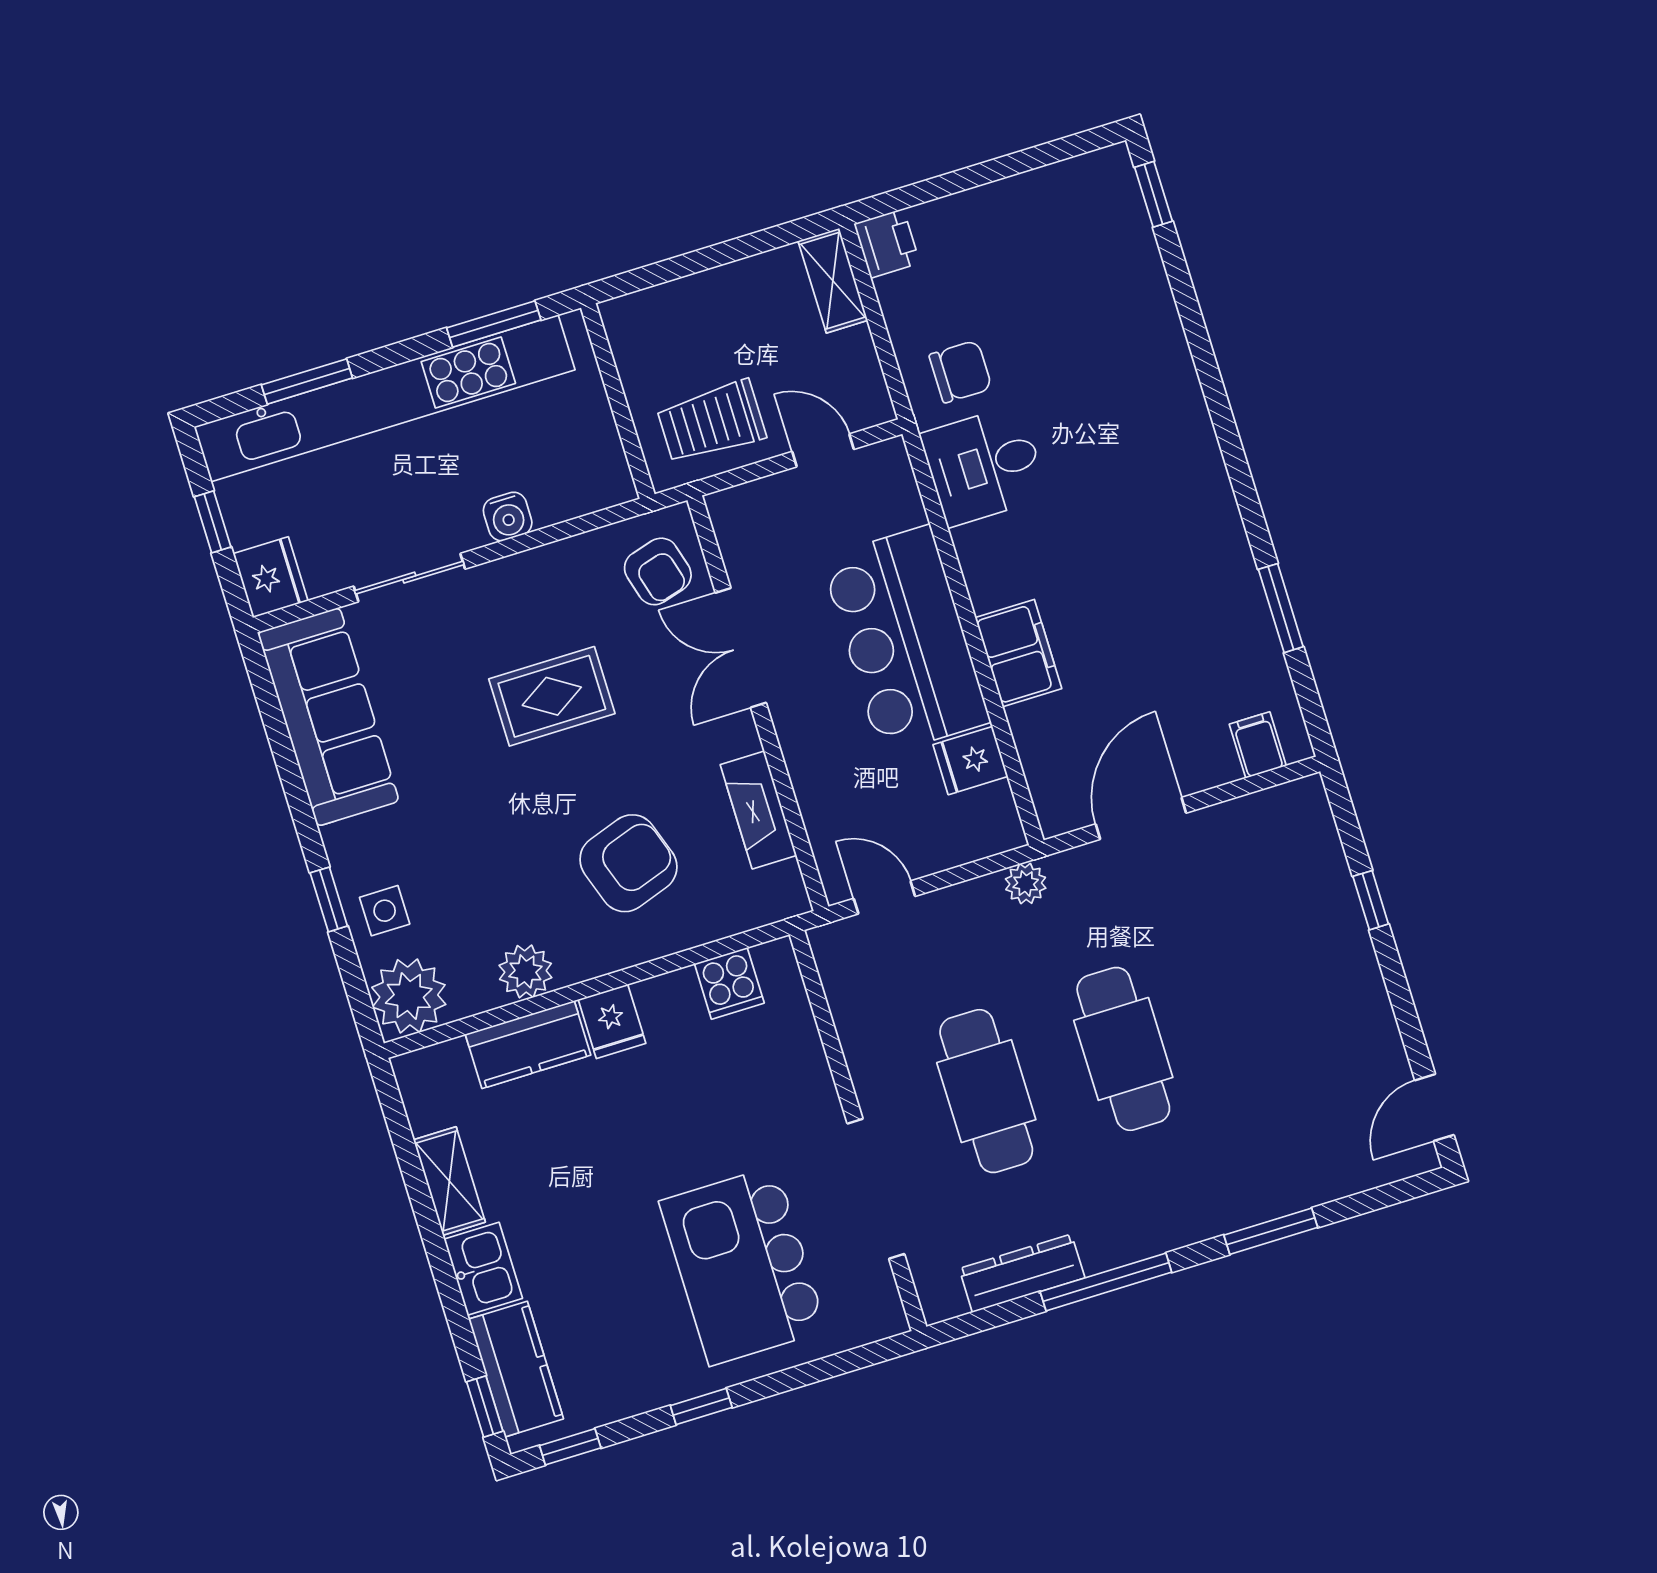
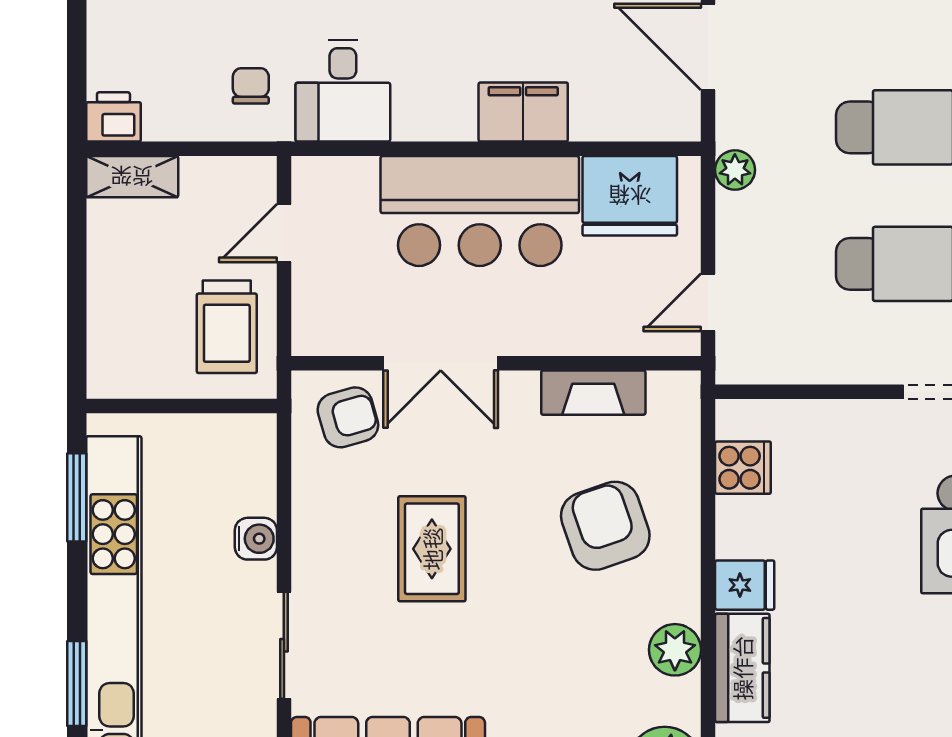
chair: (960, 372) -> (251, 86), width x0.73, depth x0.73
fridge: (970, 761) -> (630, 196), width x1.88, depth x1.34

